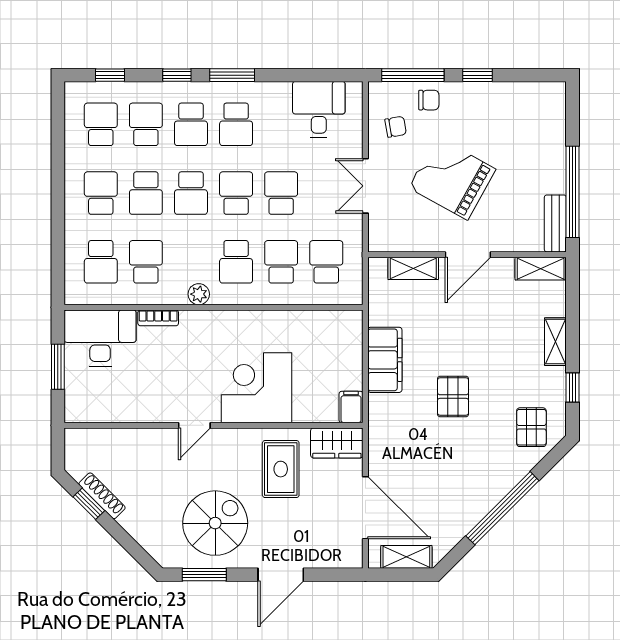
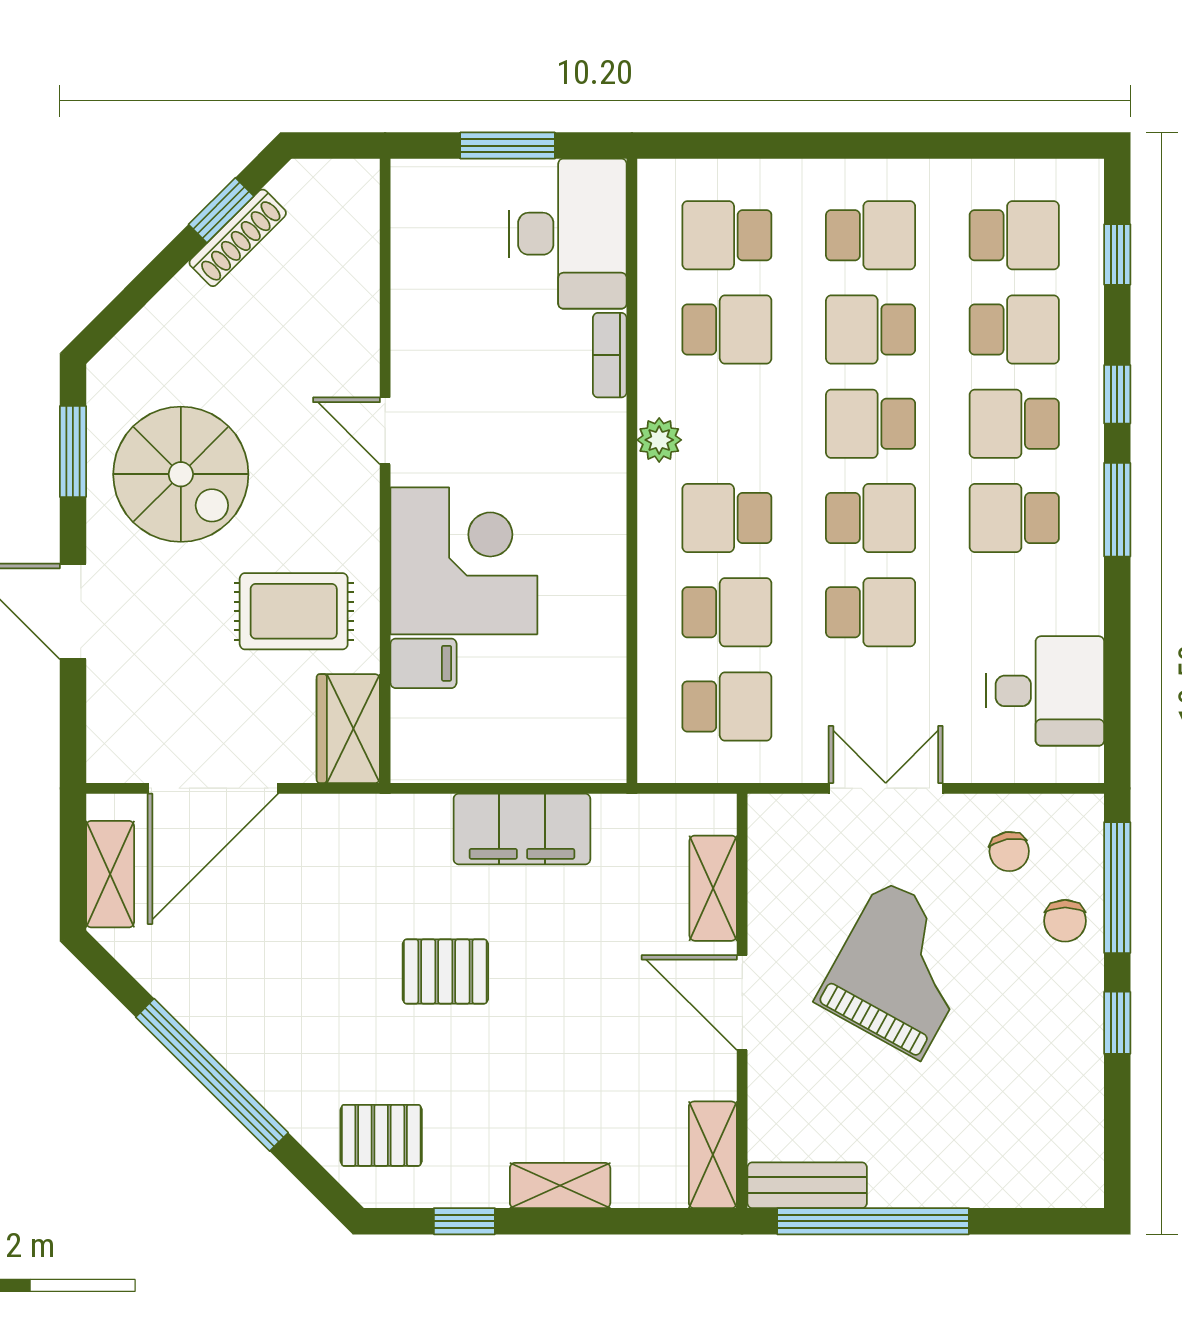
filing cabinet: (351, 407) -> (423, 663), moved

